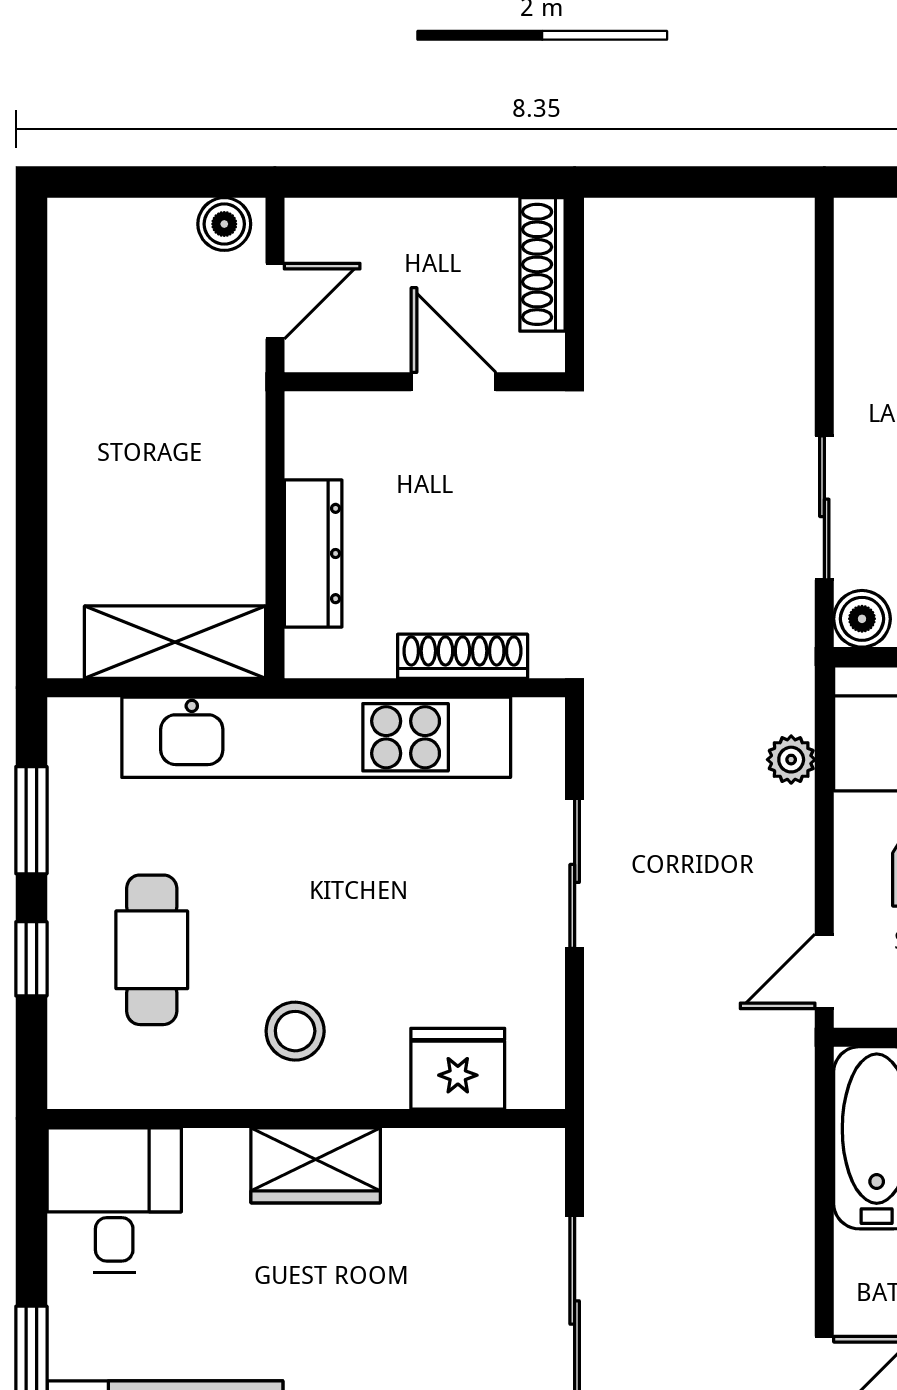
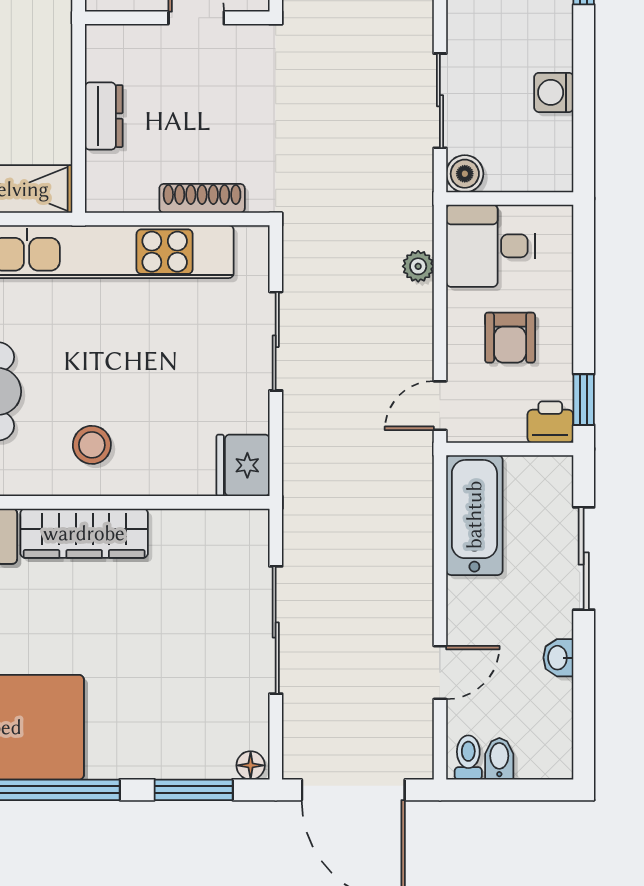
dresser: (313, 554) -> (104, 116), width x0.70
fridge: (458, 1069) -> (243, 465), moved, turned -90
wardrobe: (316, 1165) -> (84, 533), width x1.50

